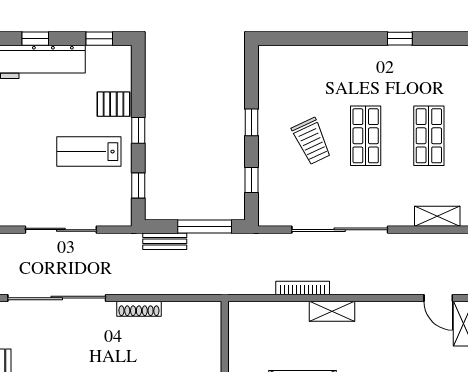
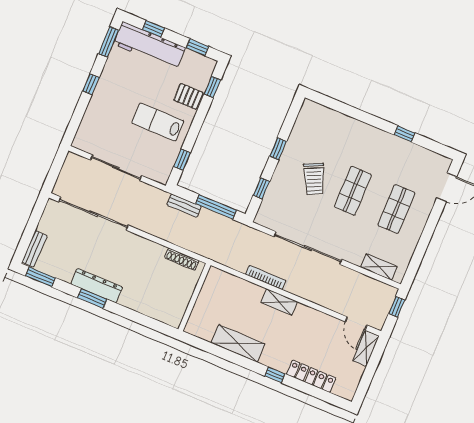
window: (138, 130) -> (212, 87), moved
shoe rack: (139, 309) -> (182, 259), moved

